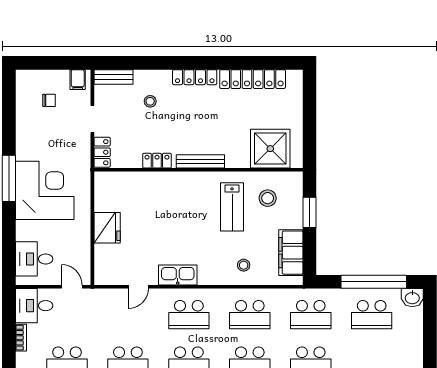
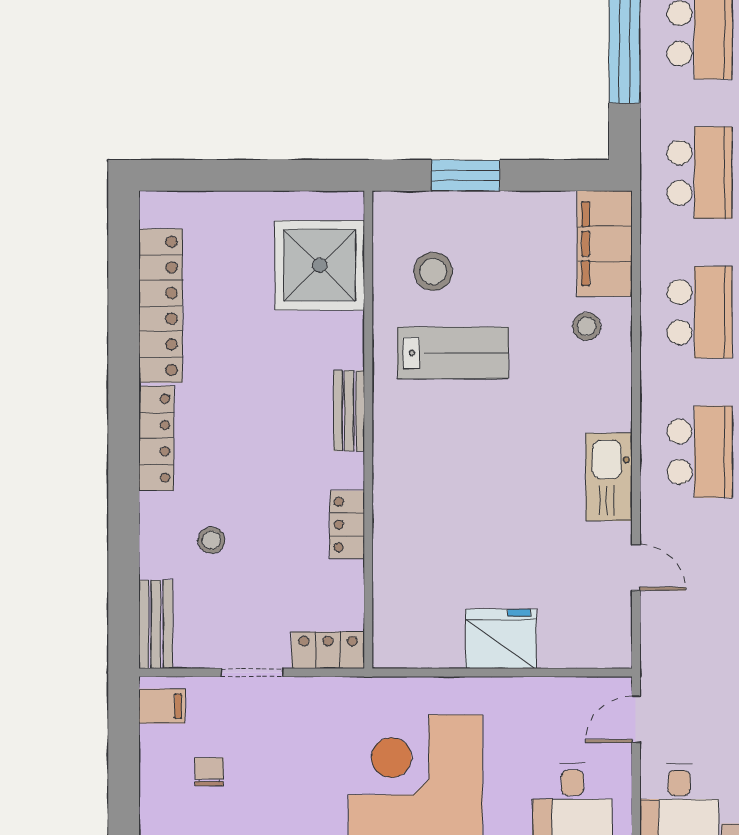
bench: (200, 161) -> (349, 411), width x0.73
filing cabinet: (291, 253) -> (605, 244), moved, turned 90

